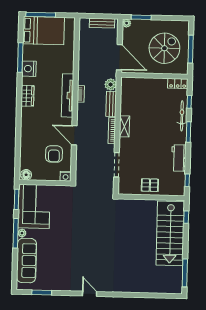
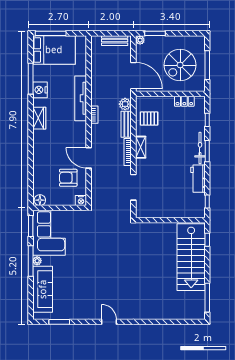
spiral stairs: (164, 48) -> (180, 65), turned 180
locker: (178, 83) -> (184, 101), moved
tv unit: (68, 95) -> (81, 98), moved
bicycle: (182, 116) -> (200, 148), moved
armchair: (54, 154) -> (68, 178), turned 90
pallet: (150, 185) -> (149, 119), moved

